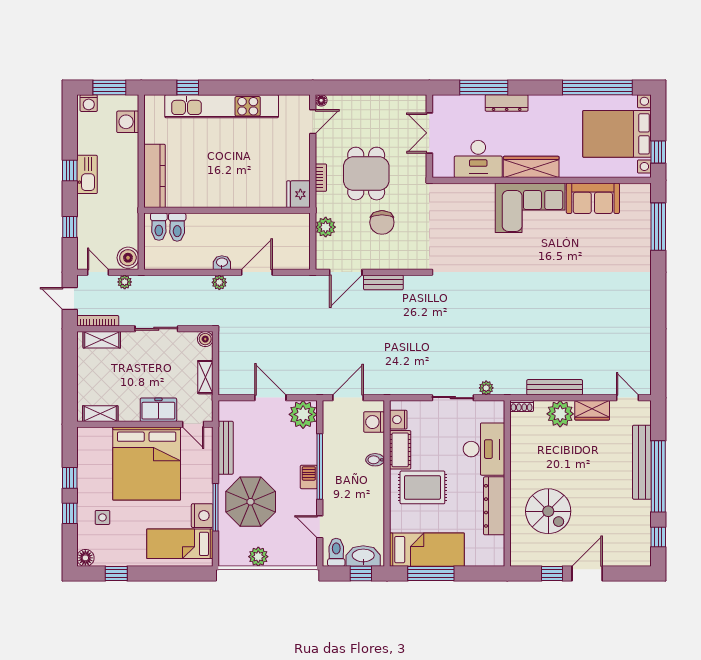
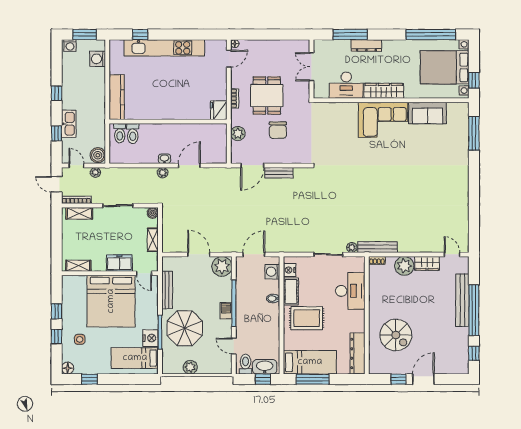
kitchen sink: (87, 174) -> (69, 124), moved
bench: (555, 387) -> (378, 247), moved
dresser: (494, 506) -> (357, 353), moved

